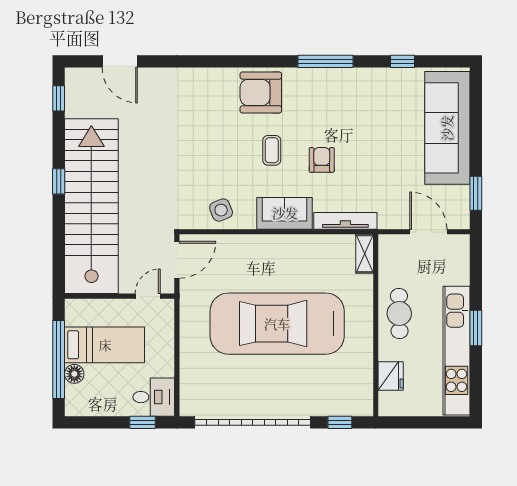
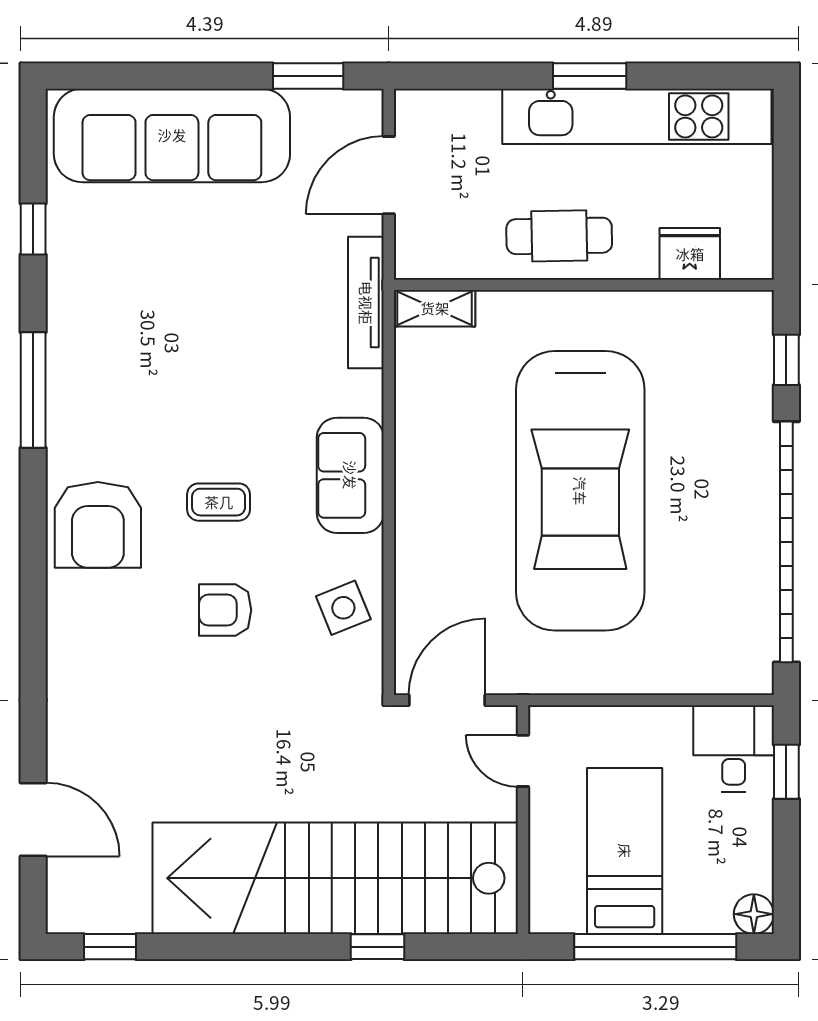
door: (120, 61) -> (33, 819), hinge flipped
armchair: (322, 160) -> (225, 610), moved
window: (59, 181) -> (378, 947), moved
tv unit: (345, 221) -> (366, 303), moved
door: (177, 260) -> (447, 700), hinge flipped
floor lamp: (74, 374) -> (754, 914), moved

